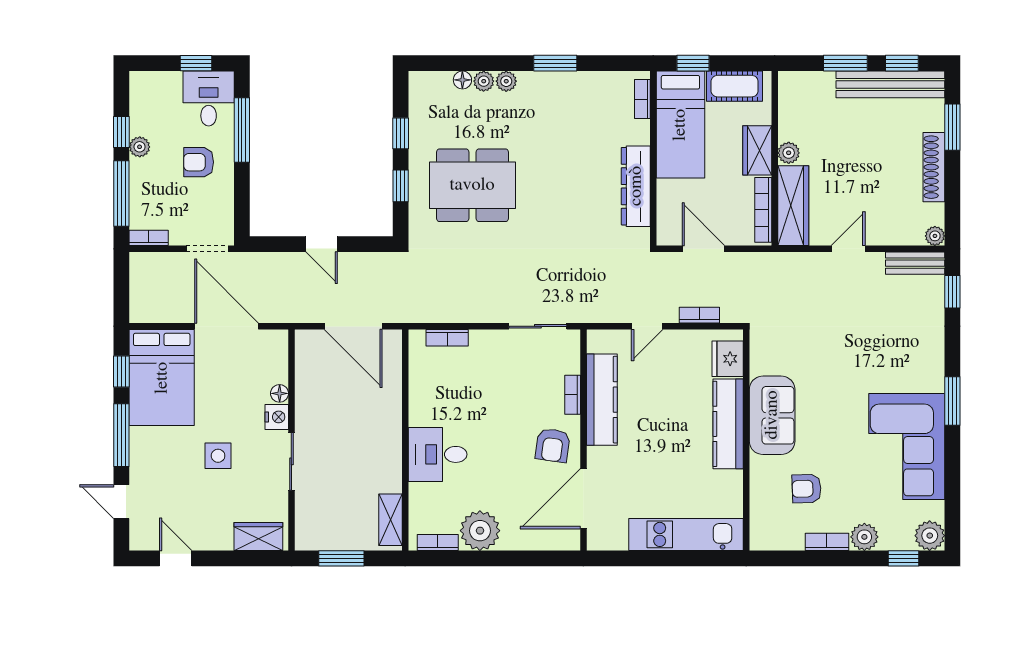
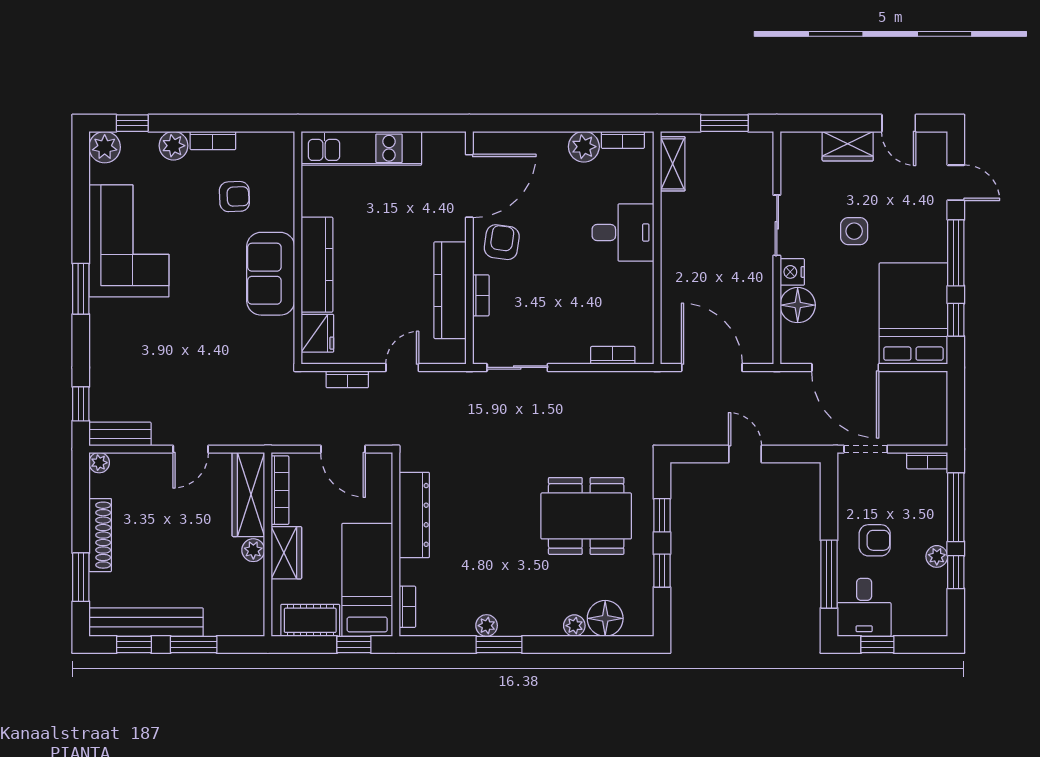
floor lamp: (462, 80) -> (605, 618), width x1.89, depth x1.89
plant: (506, 81) -> (487, 626), moved
floor lamp: (280, 393) -> (798, 305), width x1.89, depth x1.89
plant: (480, 531) -> (584, 147), width x0.73, depth x0.73
wardrobe: (258, 536) -> (848, 146), moved

